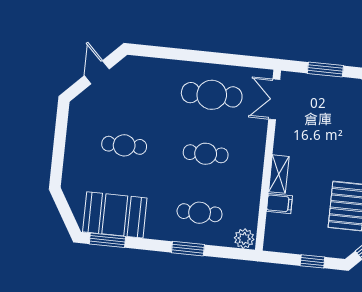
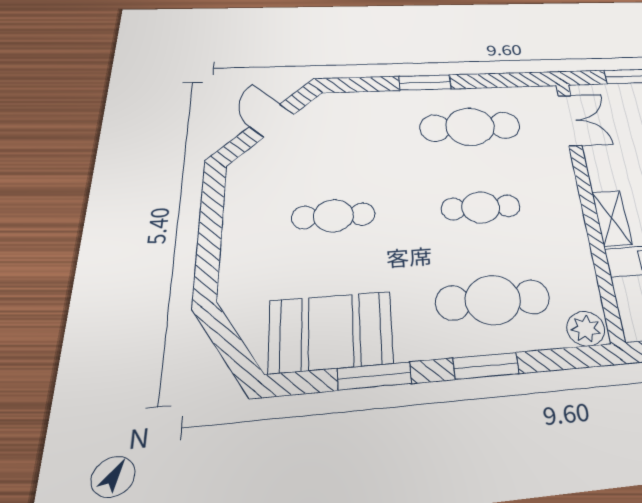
window: (191, 56) -> (425, 83), added
double door: (274, 99) -> (570, 120), swing flipped
cafe table: (200, 213) -> (493, 300), width x1.37, depth x1.35
window: (107, 240) -> (374, 376), moved

